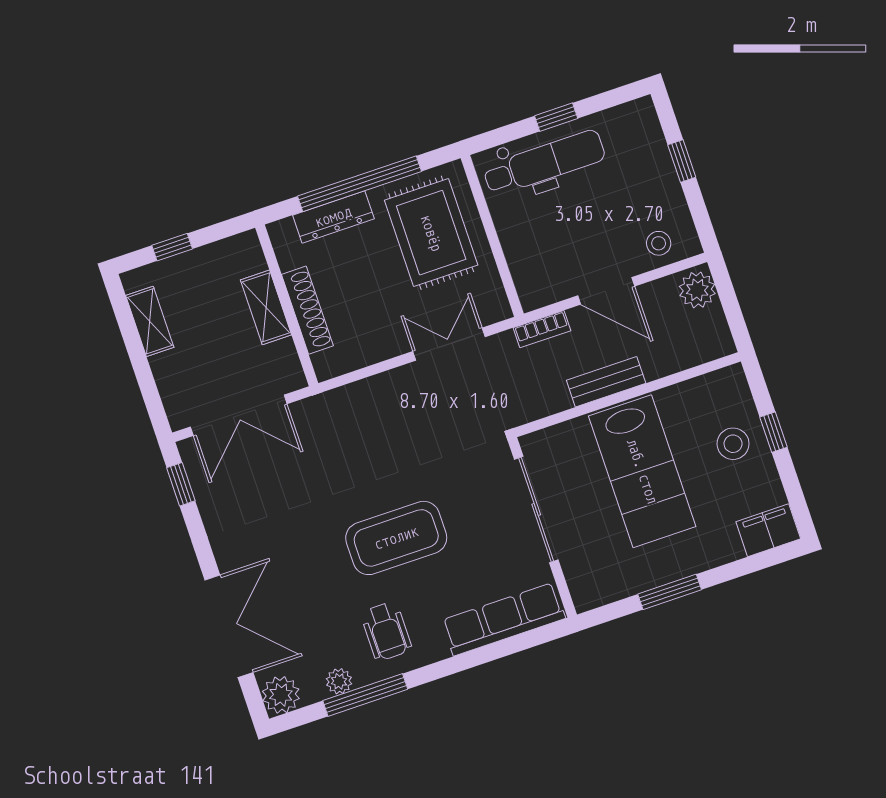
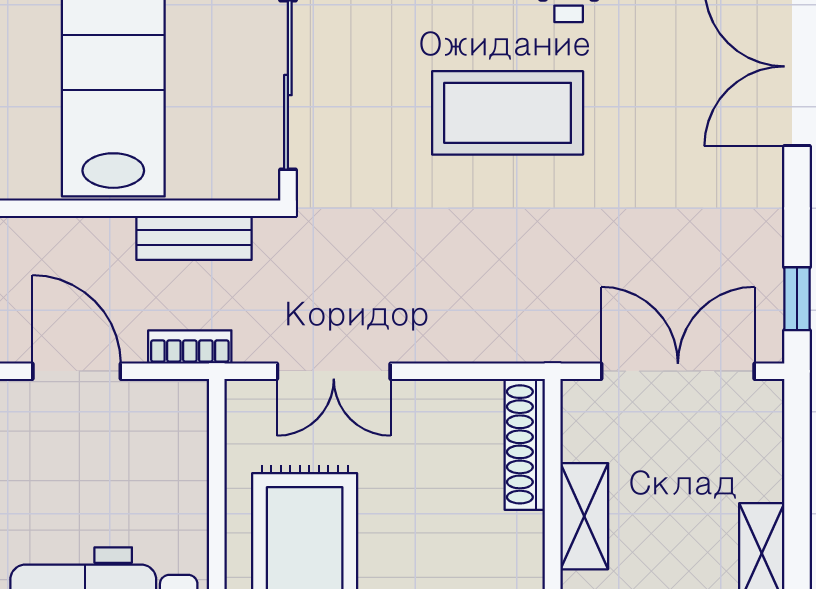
shoe rack: (307, 310) -> (525, 444), moved
bench: (606, 382) -> (194, 238), moved

